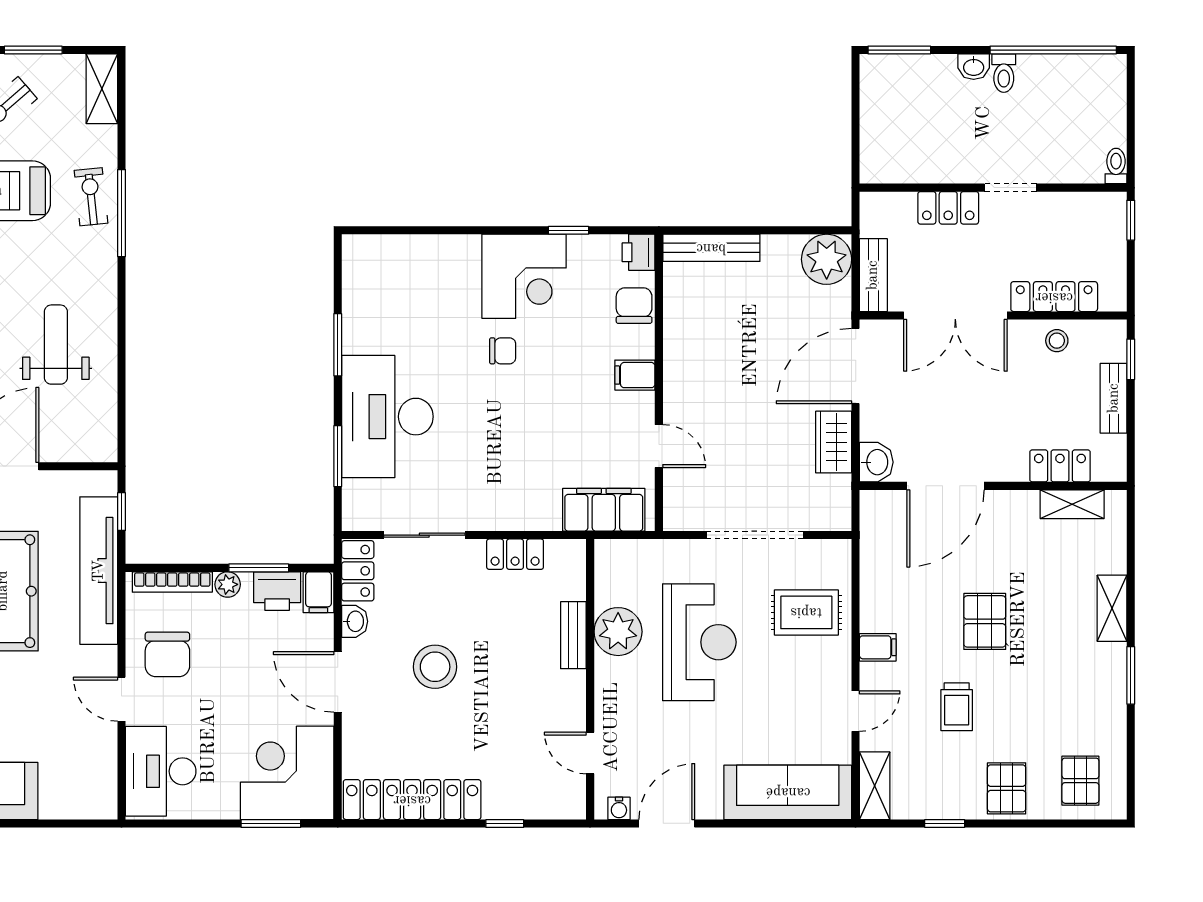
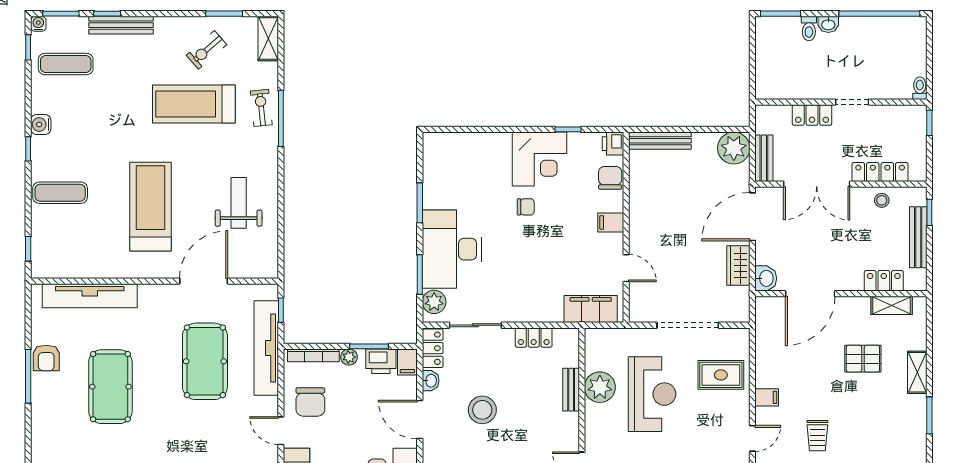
toilet: (1004, 73) -> (809, 28), moved
bench: (1114, 398) -> (918, 237), width x1.36
plant: (360, 499) -> (434, 302), added
pallet: (985, 621) -> (863, 359), moved, turned 90

